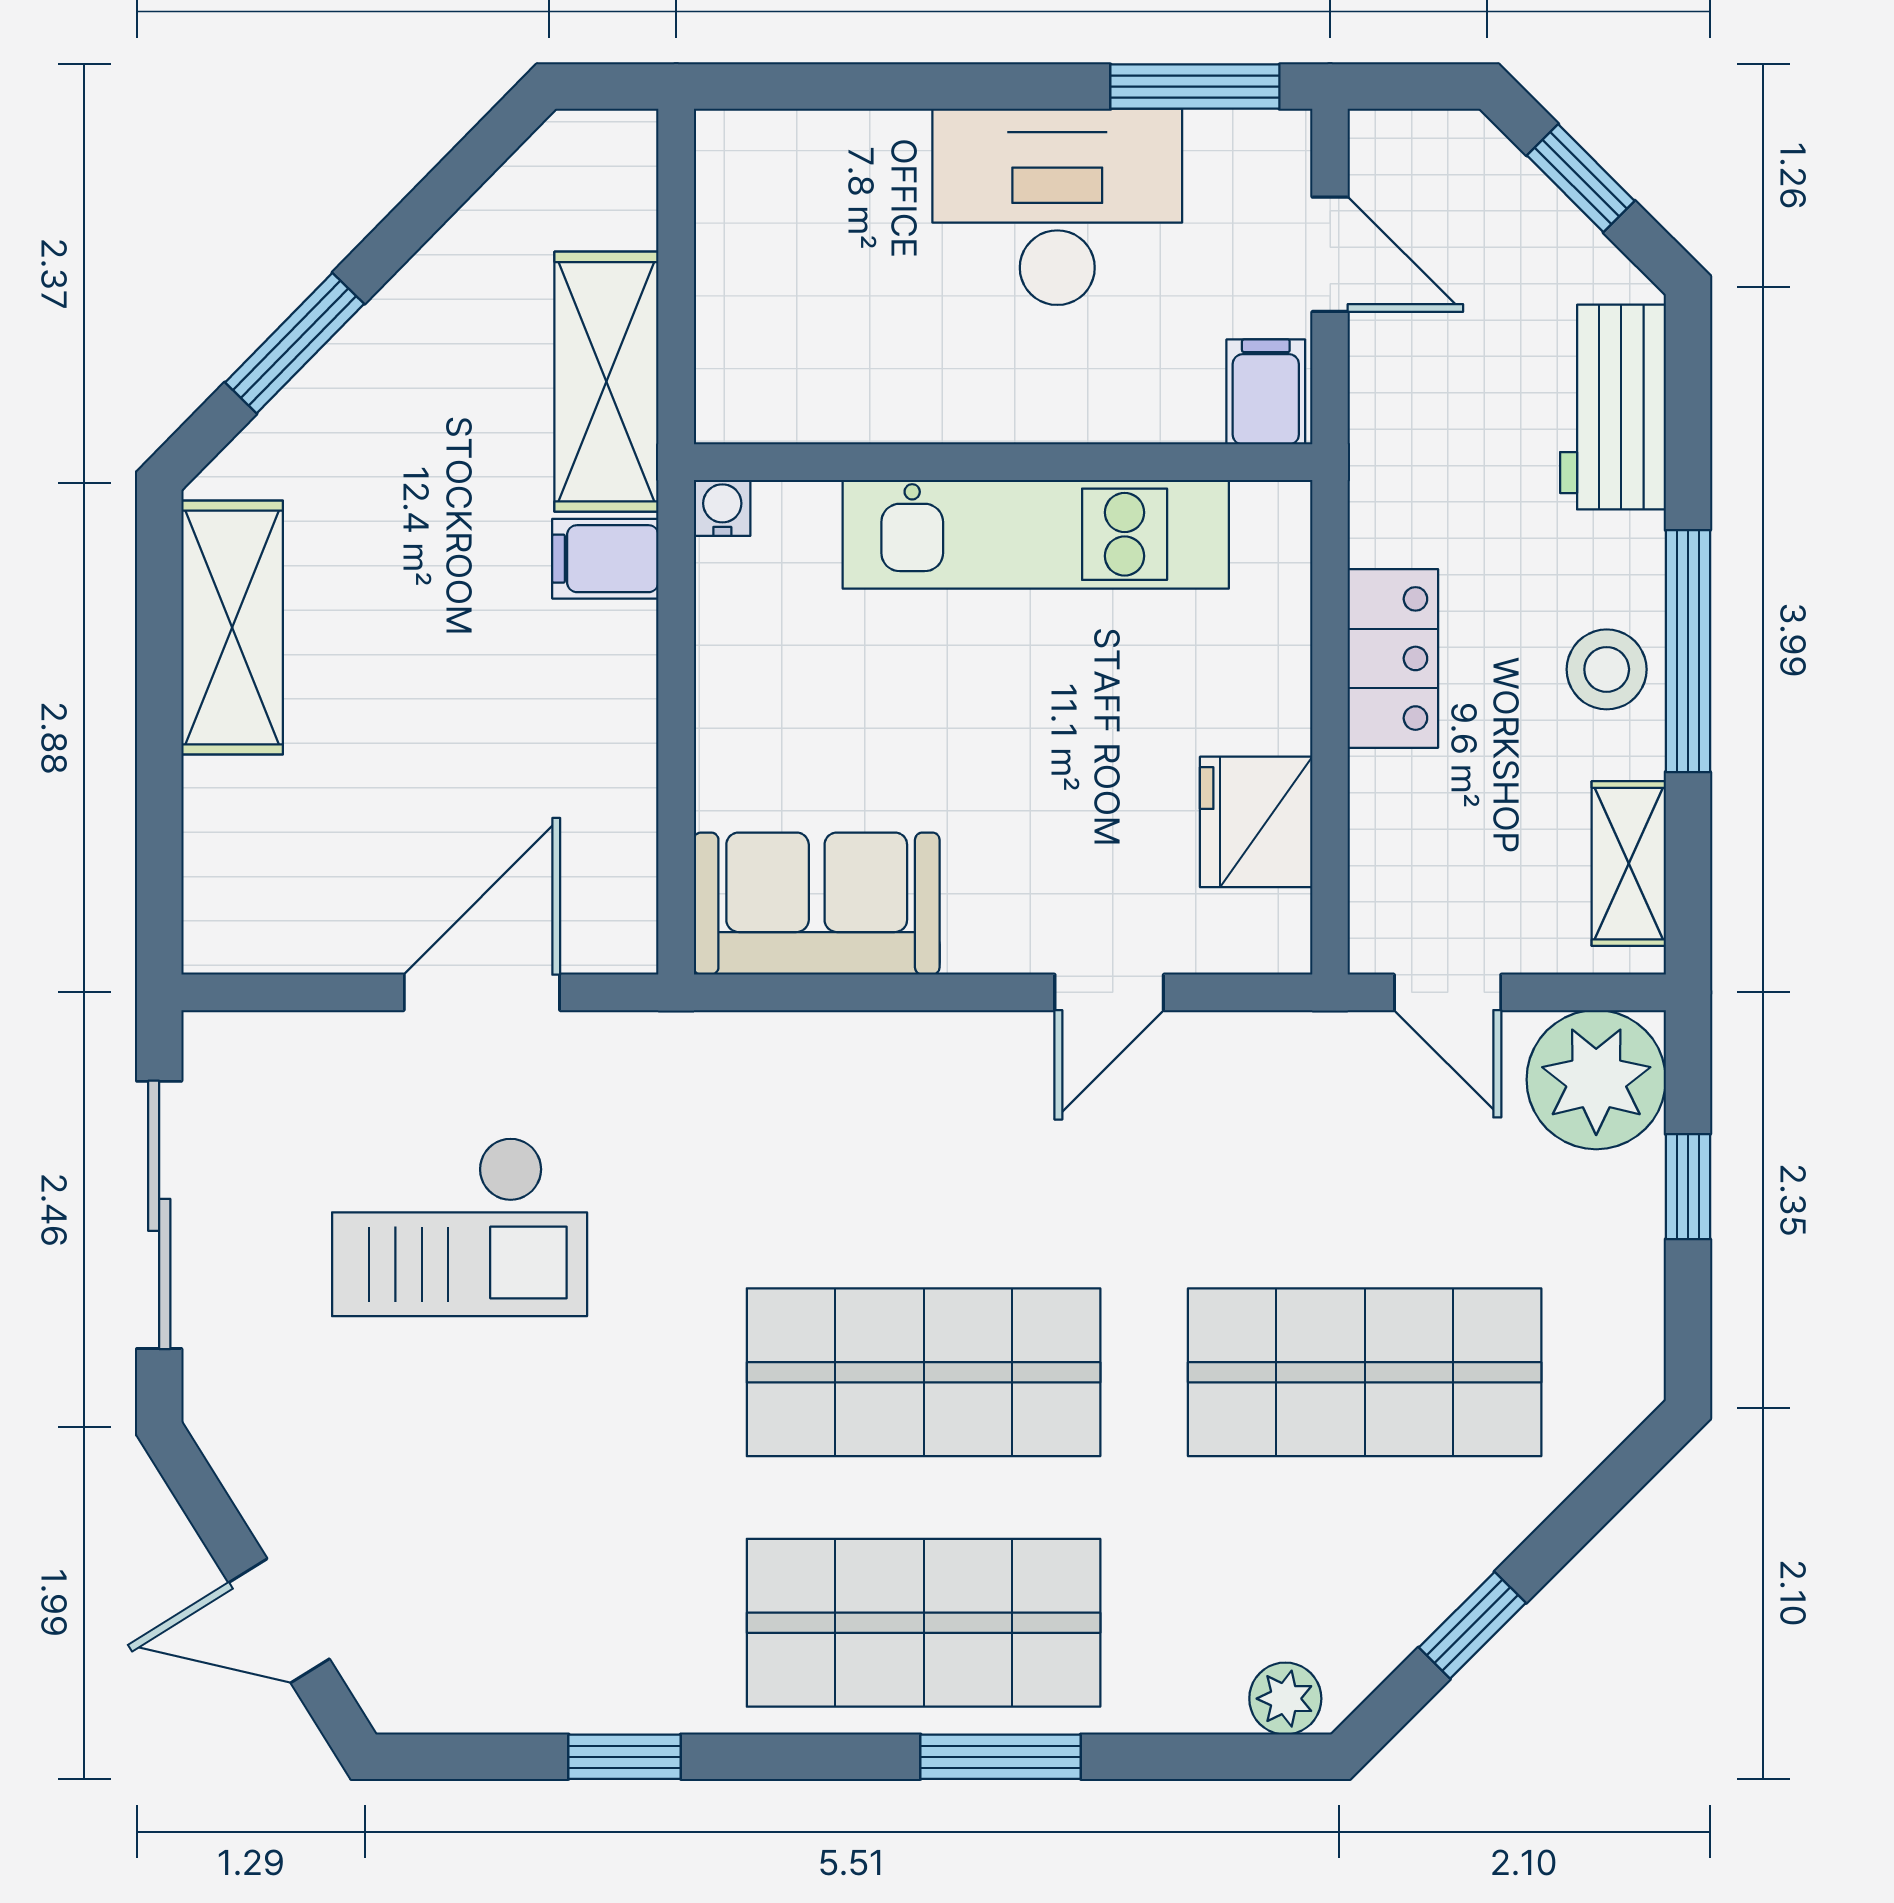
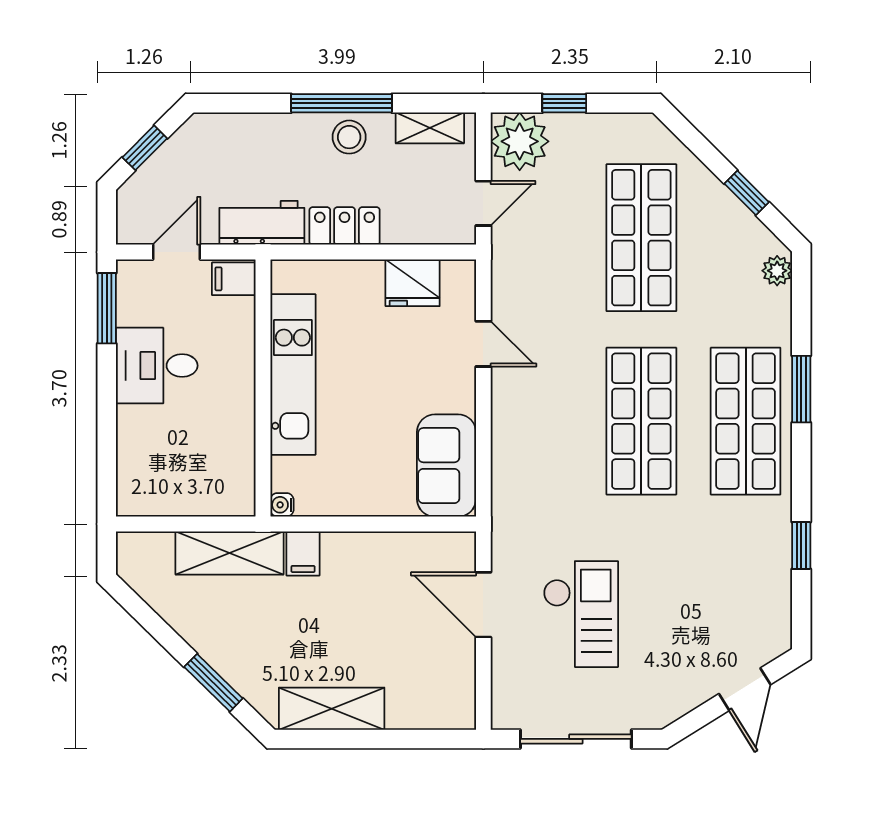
desk: (1057, 207) -> (157, 366), width x0.73
workbench: (1613, 407) -> (262, 223), moved, turned 180

